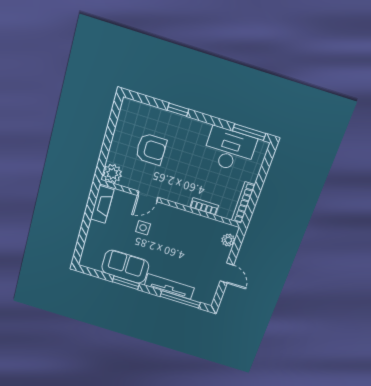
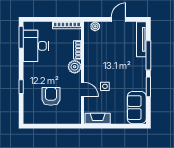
plant: (112, 174) -> (75, 67), moved
sofa: (125, 267) -> (137, 108), moved
tv unit: (169, 287) -> (141, 39), moved
window: (180, 299) -> (148, 55), moved

